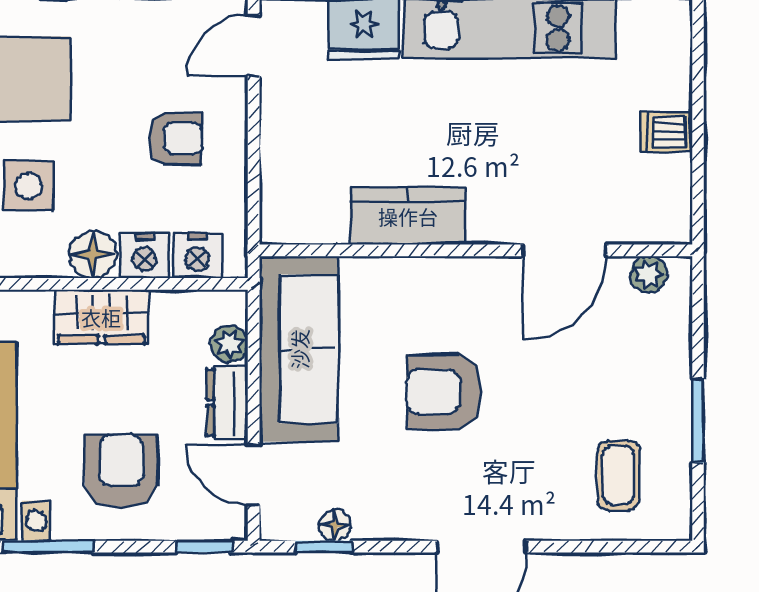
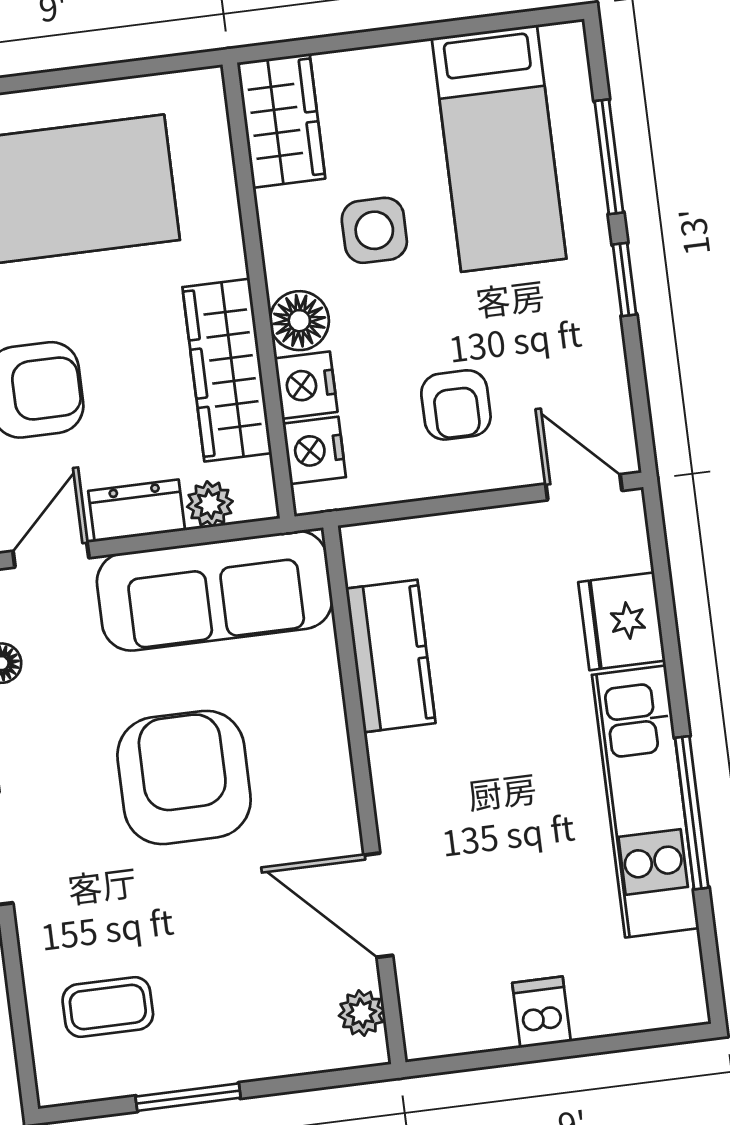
kitchen counter: (408, 216) -> (391, 656), moved
wardrobe: (101, 317) -> (227, 370), width x1.50
armchair: (444, 392) -> (184, 777), width x1.36, depth x1.36

